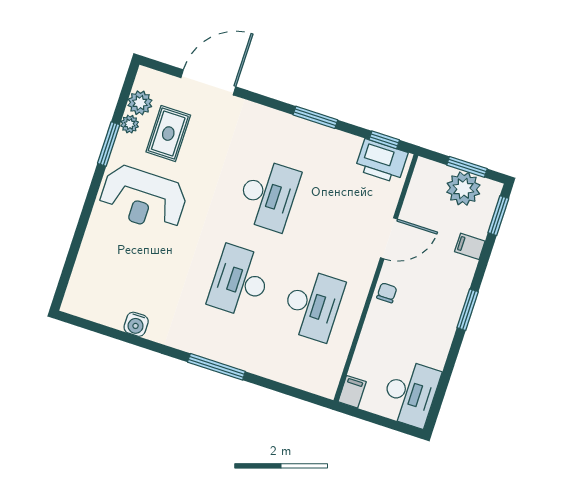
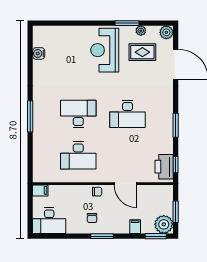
plant: (140, 103) -> (166, 32), moved
plant: (463, 189) -> (164, 224), moved
chair: (430, 317) -> (92, 218), added
water cooler: (136, 324) -> (39, 53), moved

